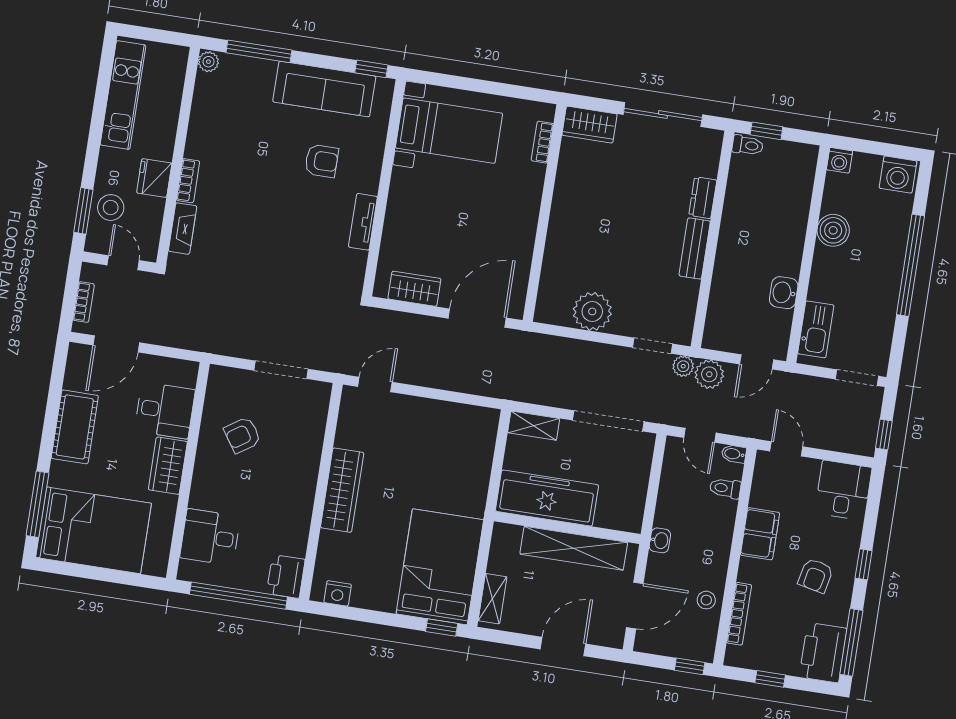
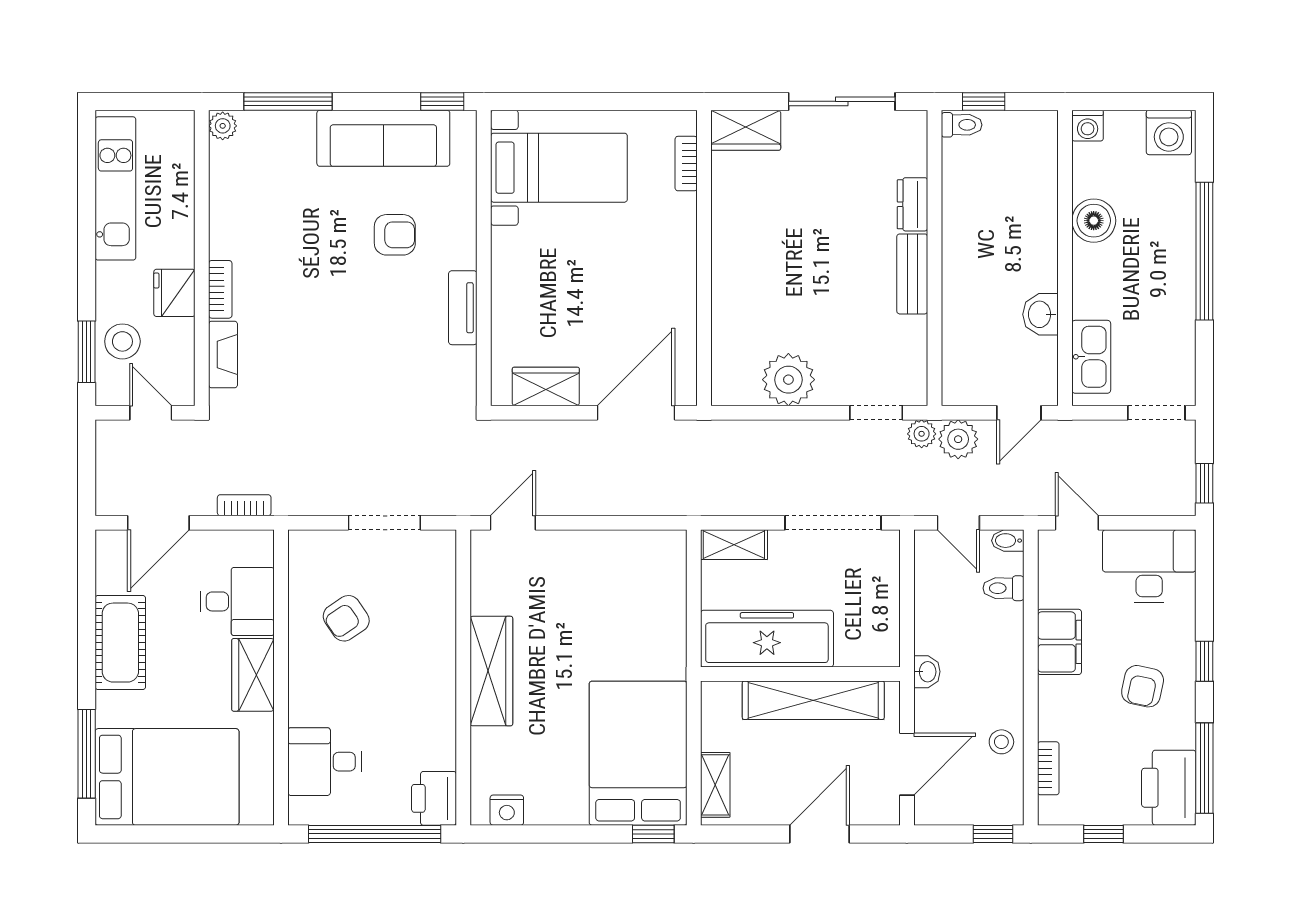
bookcase: (84, 302) -> (244, 505), moved, turned -90
desk: (843, 490) -> (1149, 566), width x1.37
bookcase: (739, 614) -> (1048, 768), width x0.64

